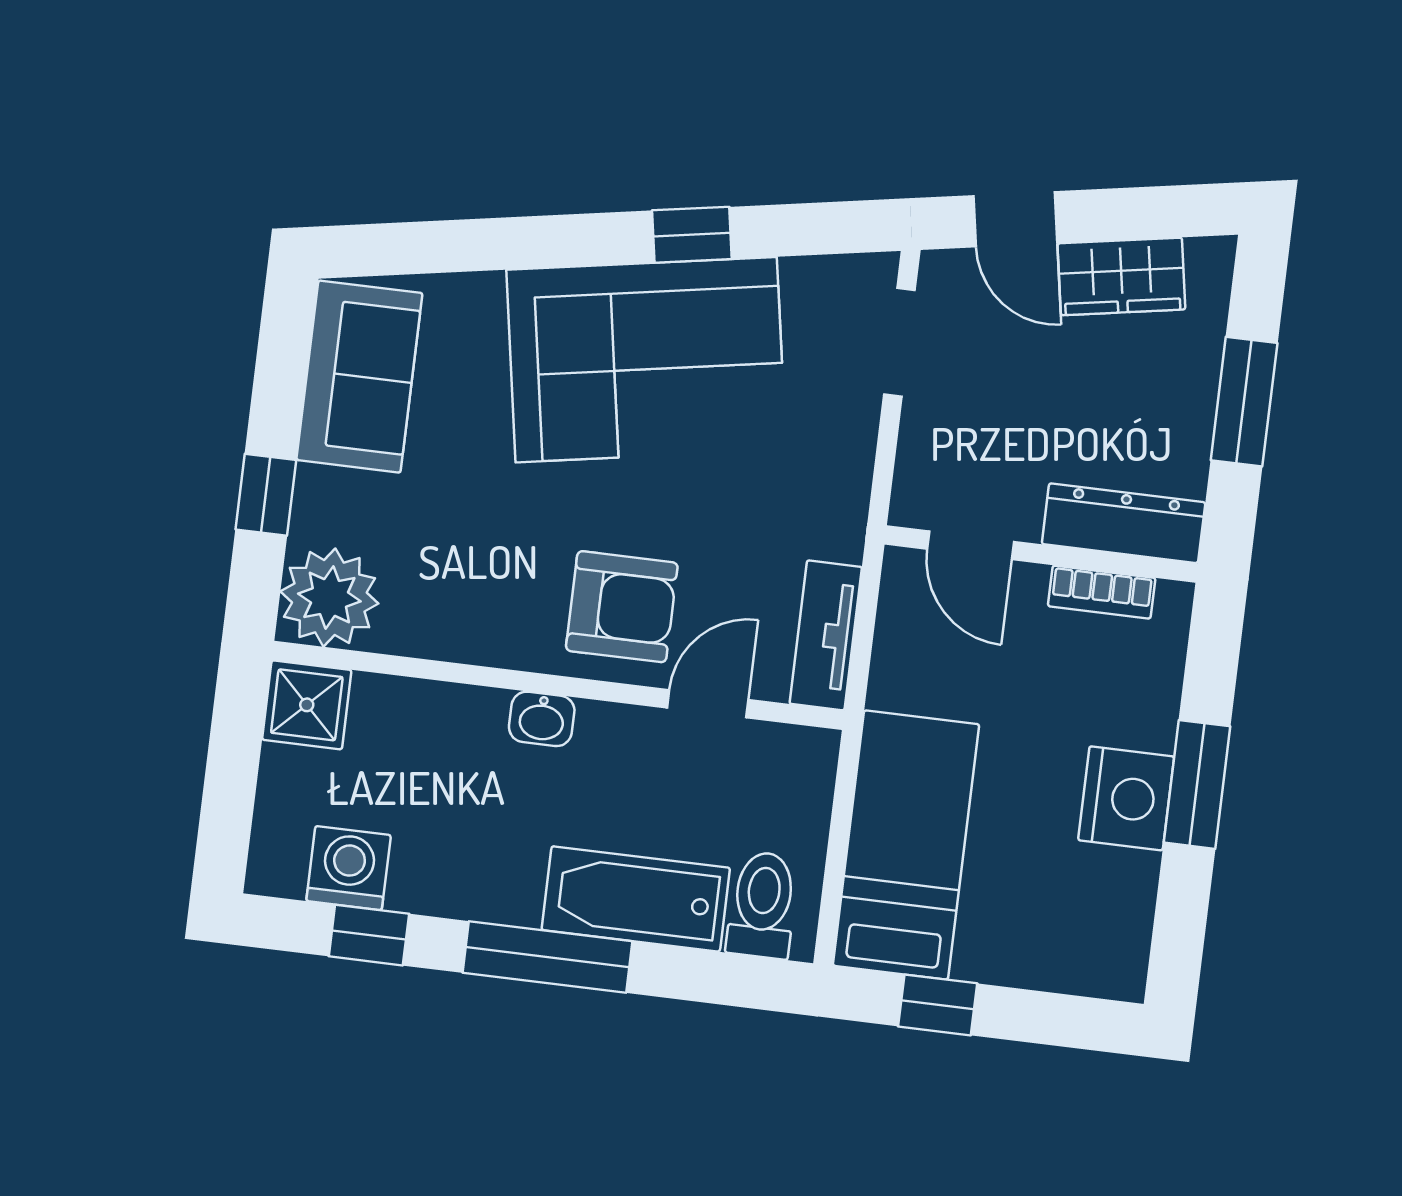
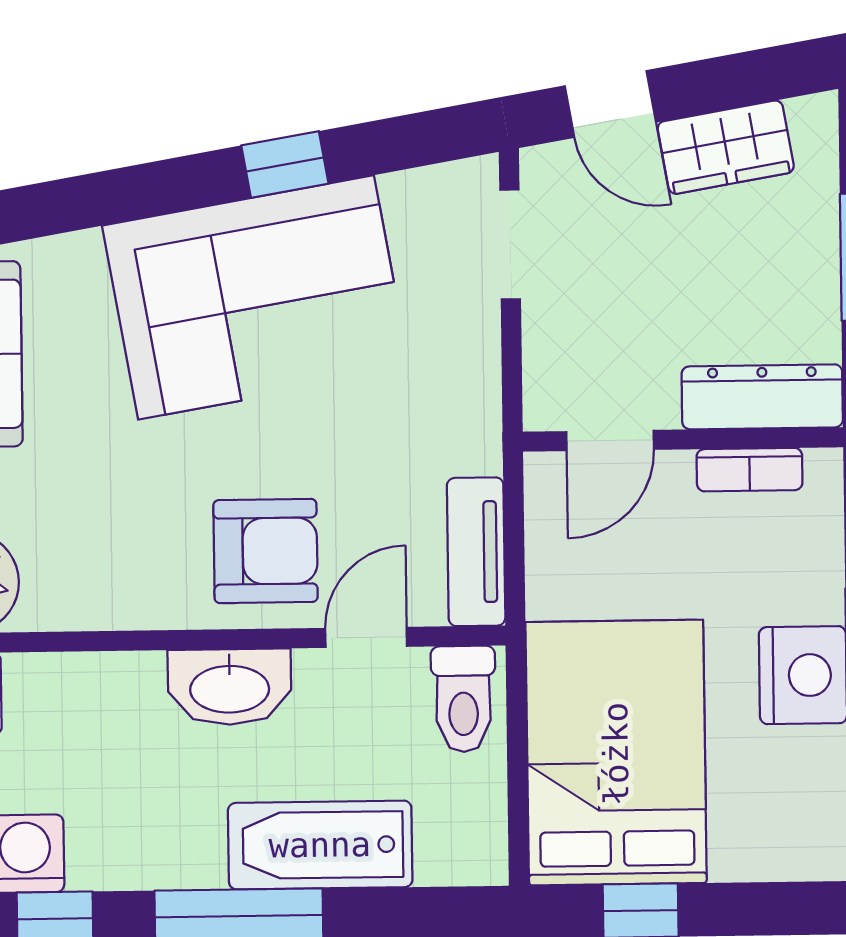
door: (970, 545) -> (610, 440), hinge flipped
washbasin: (542, 719) -> (230, 687), width x1.91, depth x1.45
bed: (906, 845) -> (616, 753), width x1.50
toilet: (762, 905) -> (463, 699), moved, turned 180

